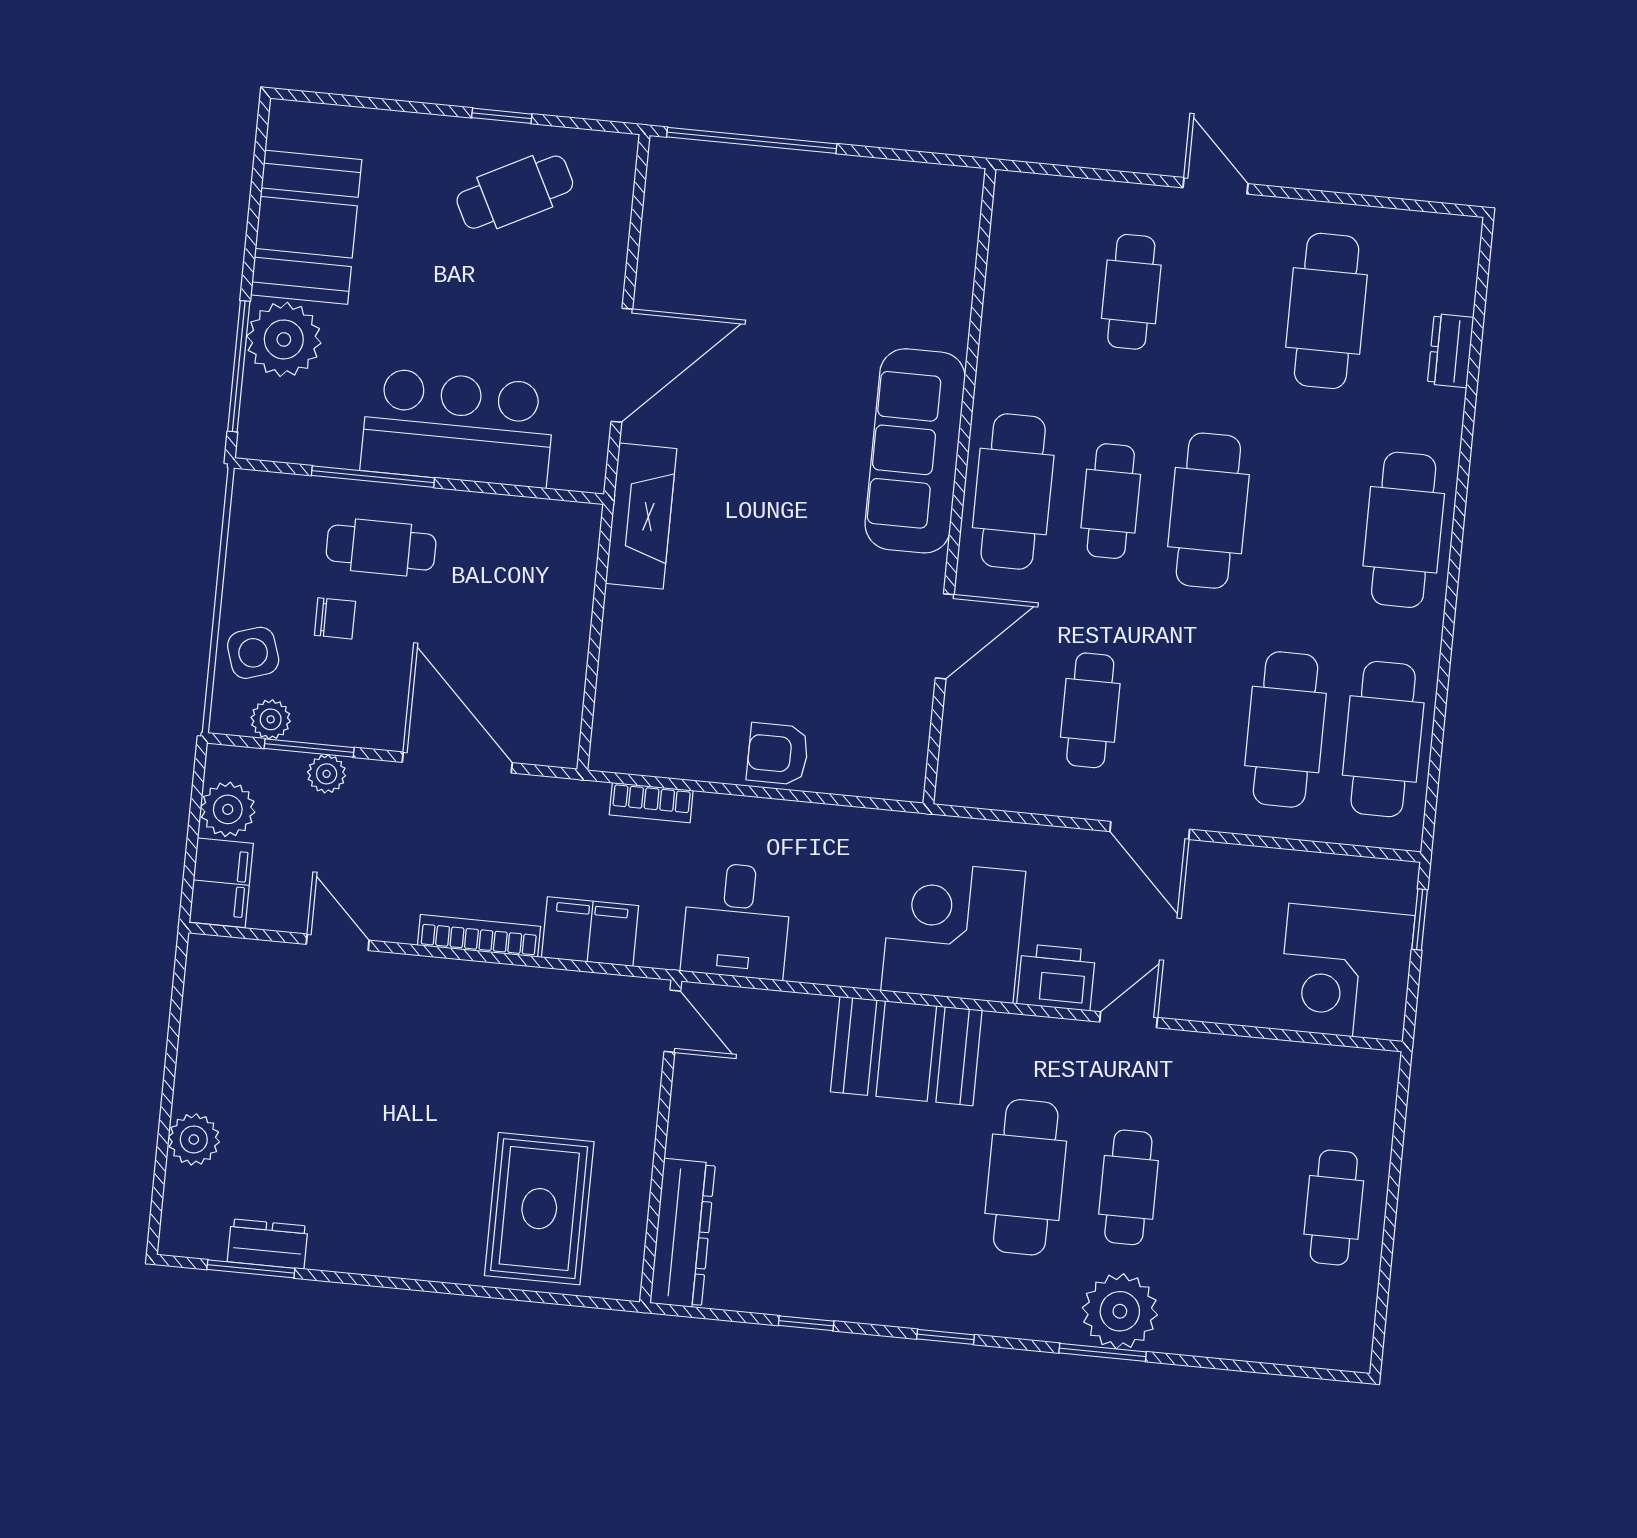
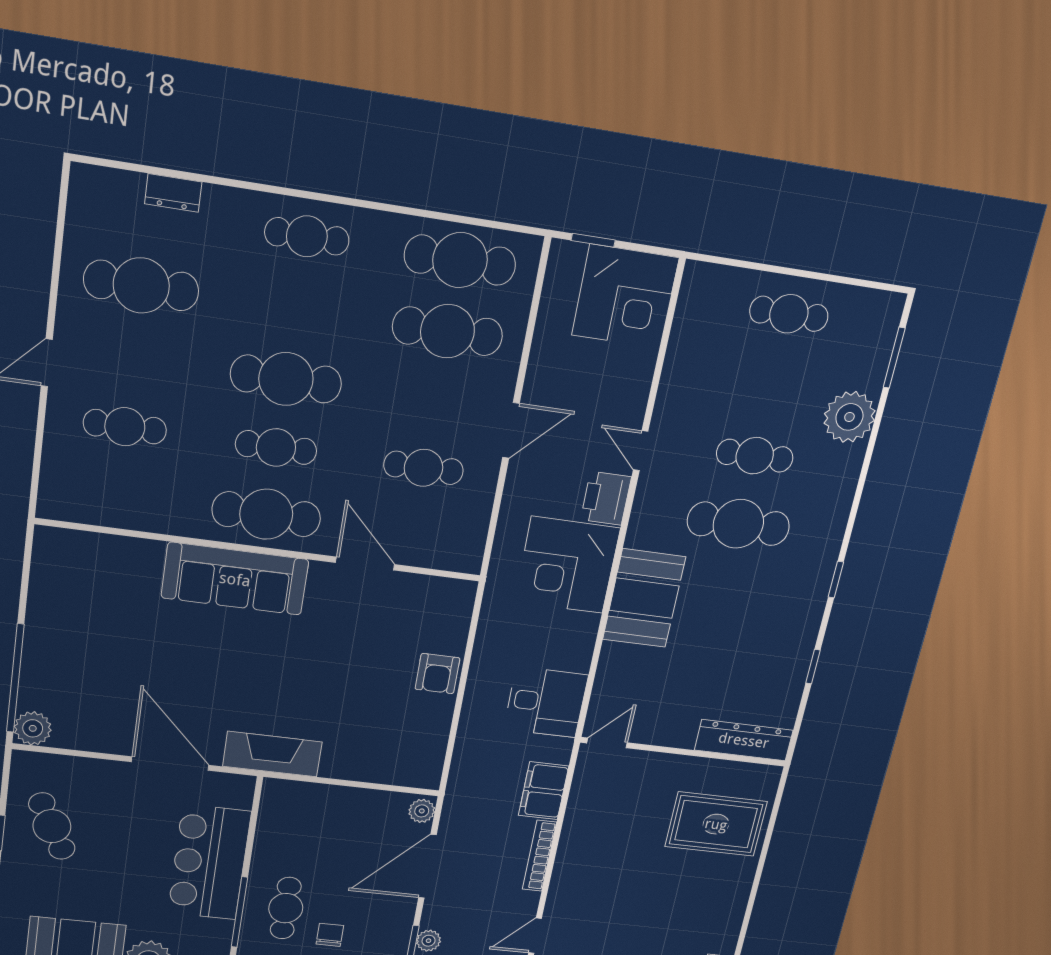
plant: (674, 165) -> (33, 728), added
cafe table: (1404, 530) -> (307, 236), width x0.73, depth x0.74
plant: (552, 747) -> (422, 811), added
bookcase: (651, 803) -> (463, 752), removed
plant: (1120, 1311) -> (849, 417), moved
window: (1103, 1352) -> (894, 358), moved

